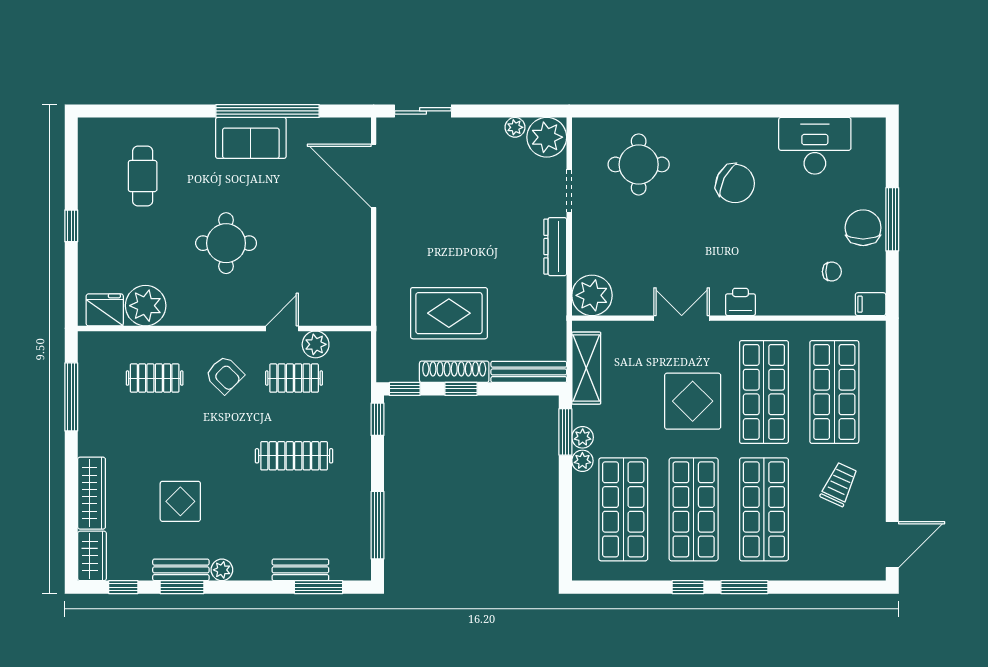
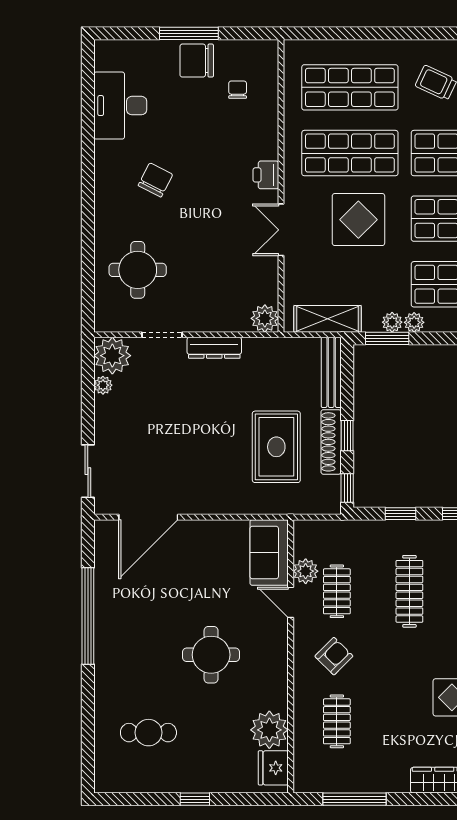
sofa: (251, 138) -> (269, 553), moved, turned 180
chair: (735, 183) -> (155, 180), width x0.73, depth x0.73
plant: (592, 295) -> (265, 318), width x0.73, depth x0.73
filing cabinet: (871, 304) -> (268, 54), removed
window: (377, 419) -> (400, 514), moved

